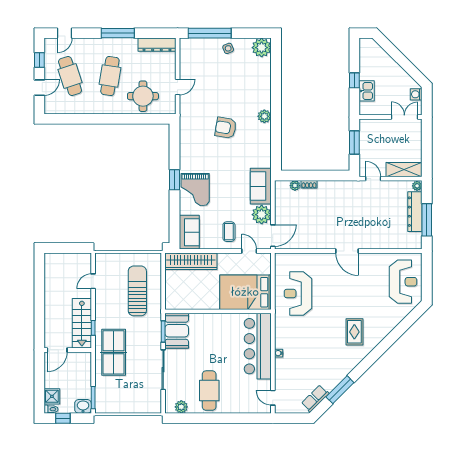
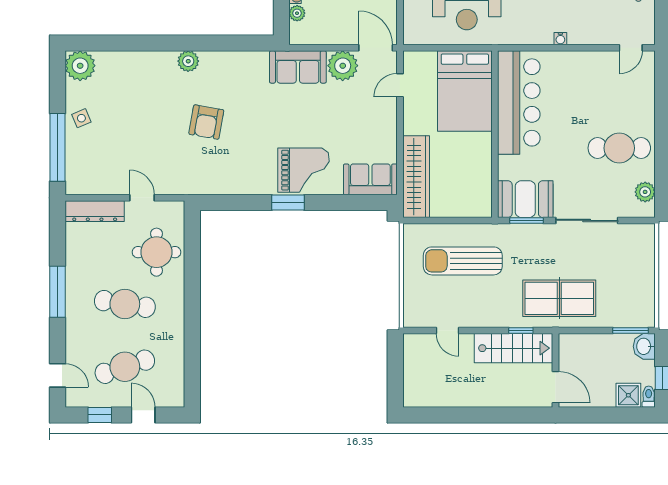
dresser: (157, 45) -> (95, 211), moved, turned 90
coffee table: (229, 232) -> (370, 117), removed
bar counter: (258, 346) -> (519, 102), moved, turned -90

